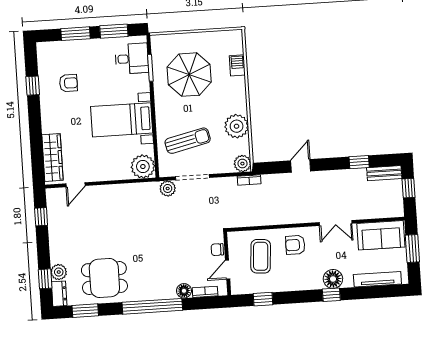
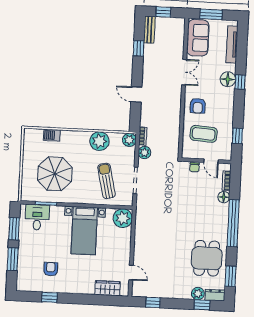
wardrobe: (52, 158) -> (108, 288), width x0.67
plant: (168, 188) -> (145, 153), moved

